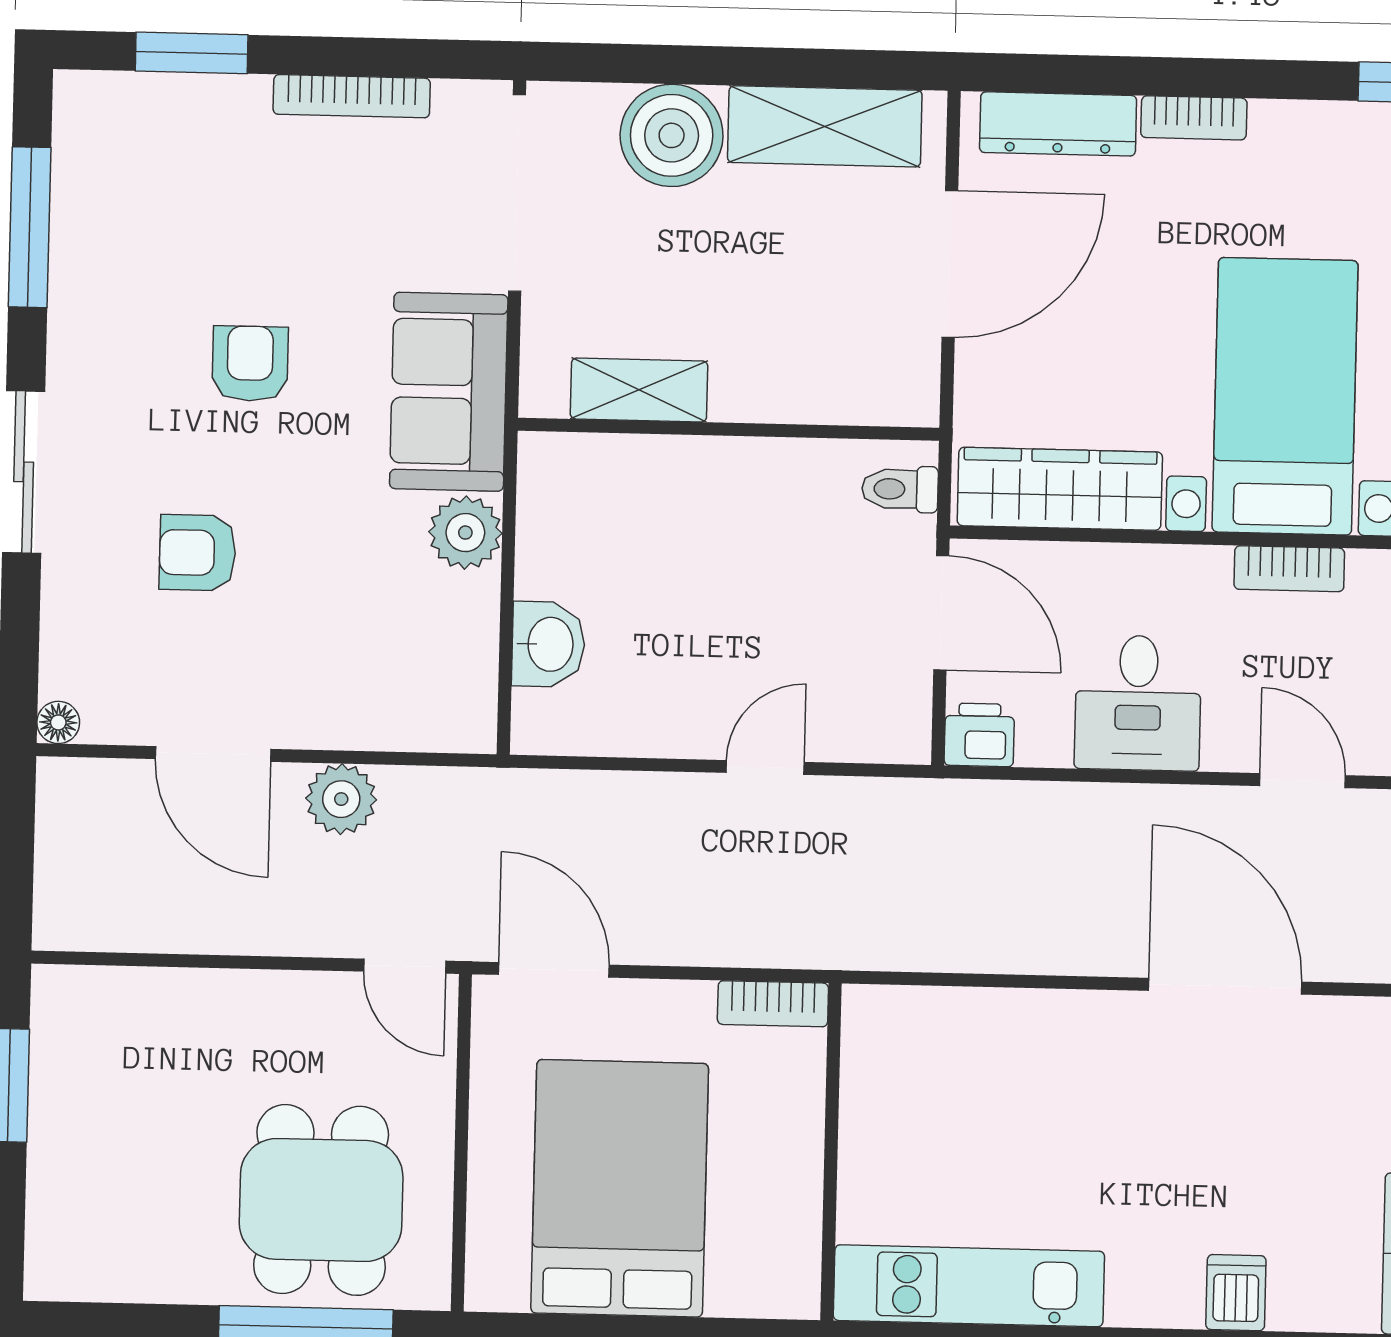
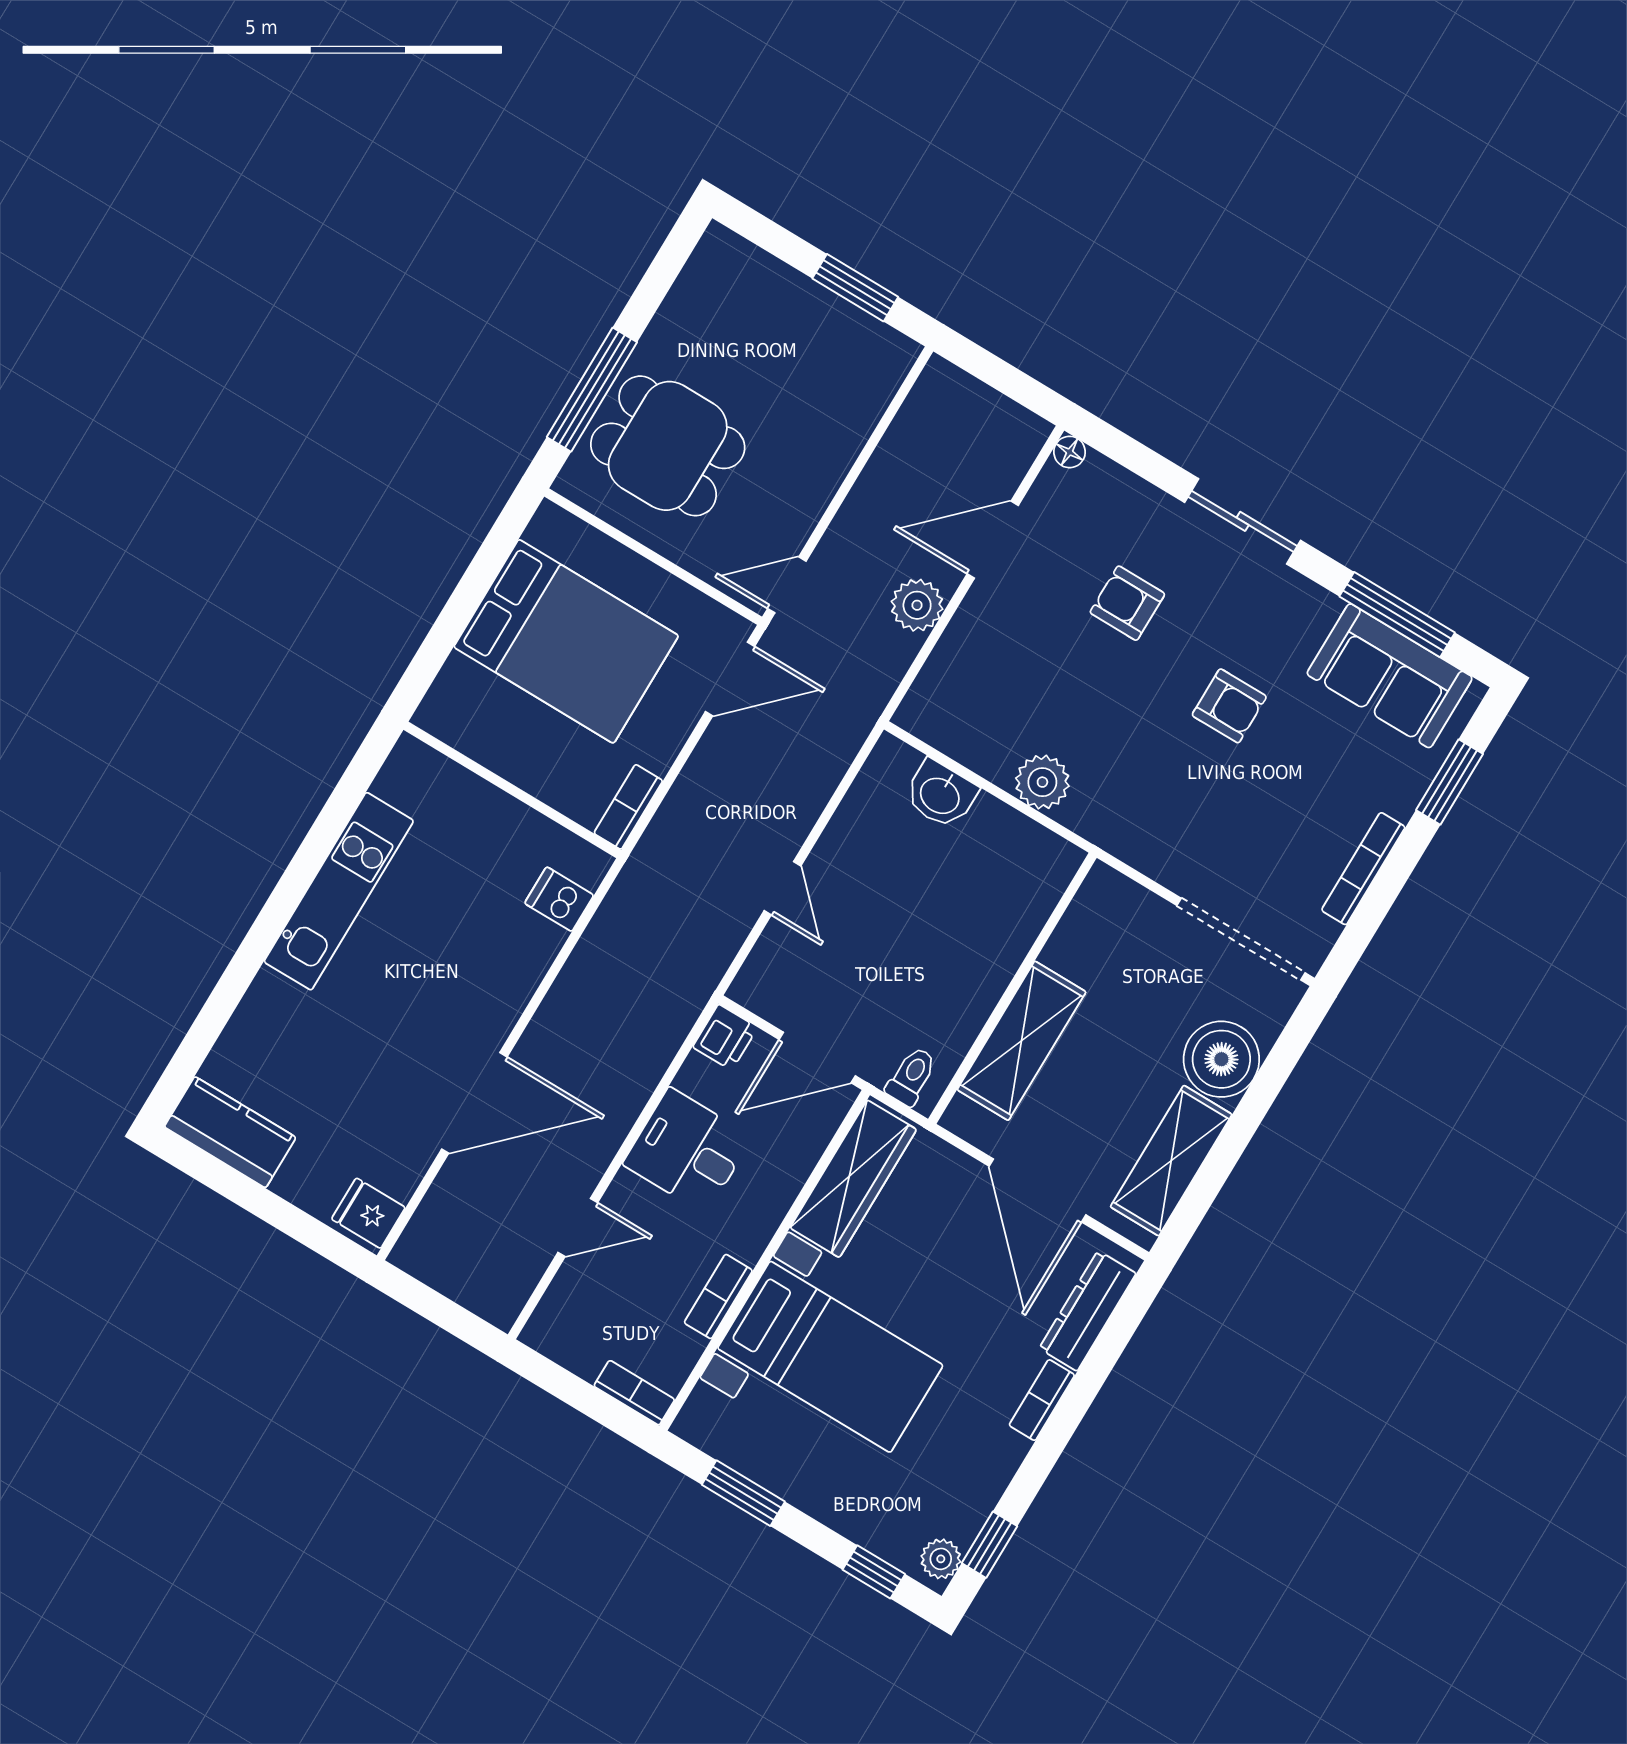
shelving: (639, 390) -> (1022, 1041), moved, width x1.50, depth x1.33
sofa: (449, 392) -> (1390, 676), moved, turned 180
armchair: (197, 553) -> (1127, 603), turned -90
kitchen unit: (969, 1286) -> (339, 891), moved
dishwasher: (1236, 1293) -> (559, 899), moved, turned 180

